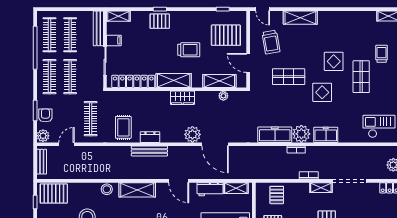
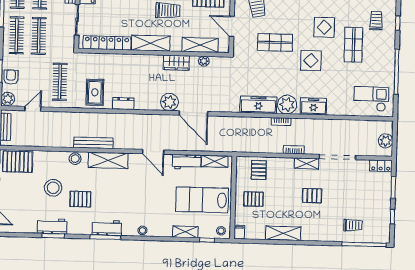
wardrobe: (182, 98) -> (176, 63), moved
bench: (149, 151) -> (93, 143), moved

